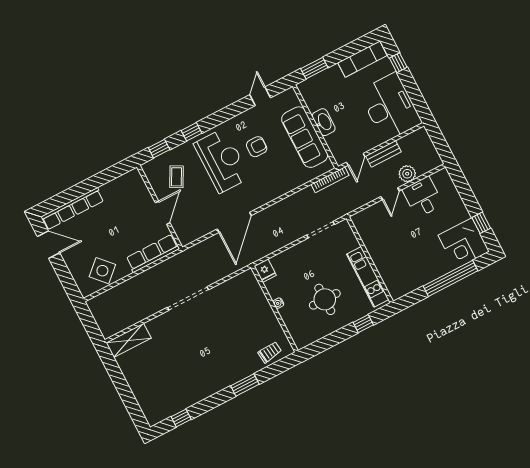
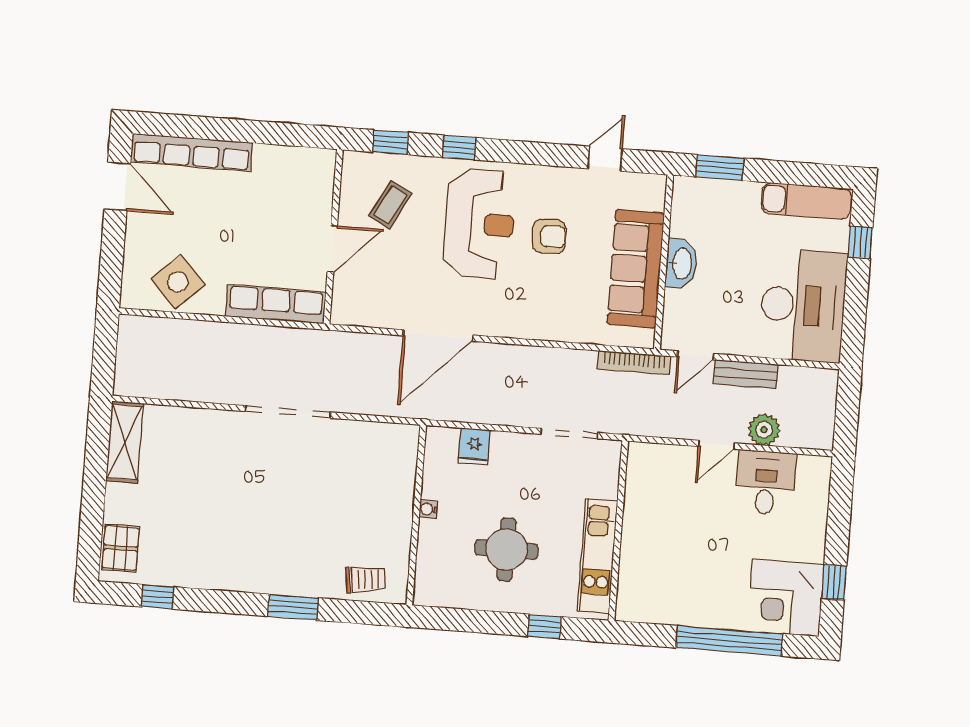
fridge: (265, 271) -> (474, 447), moved
shelving: (129, 340) -> (125, 442), moved, turned 90
pallet: (151, 406) -> (121, 548), added

